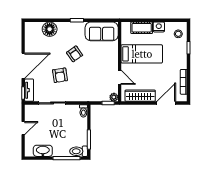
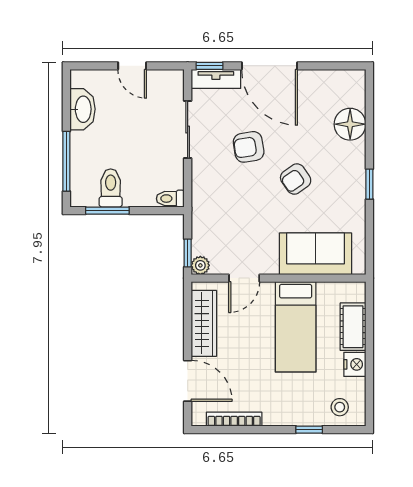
sofa: (102, 31) -> (316, 254), moved, turned 90
toilet: (79, 151) -> (111, 188), moved

